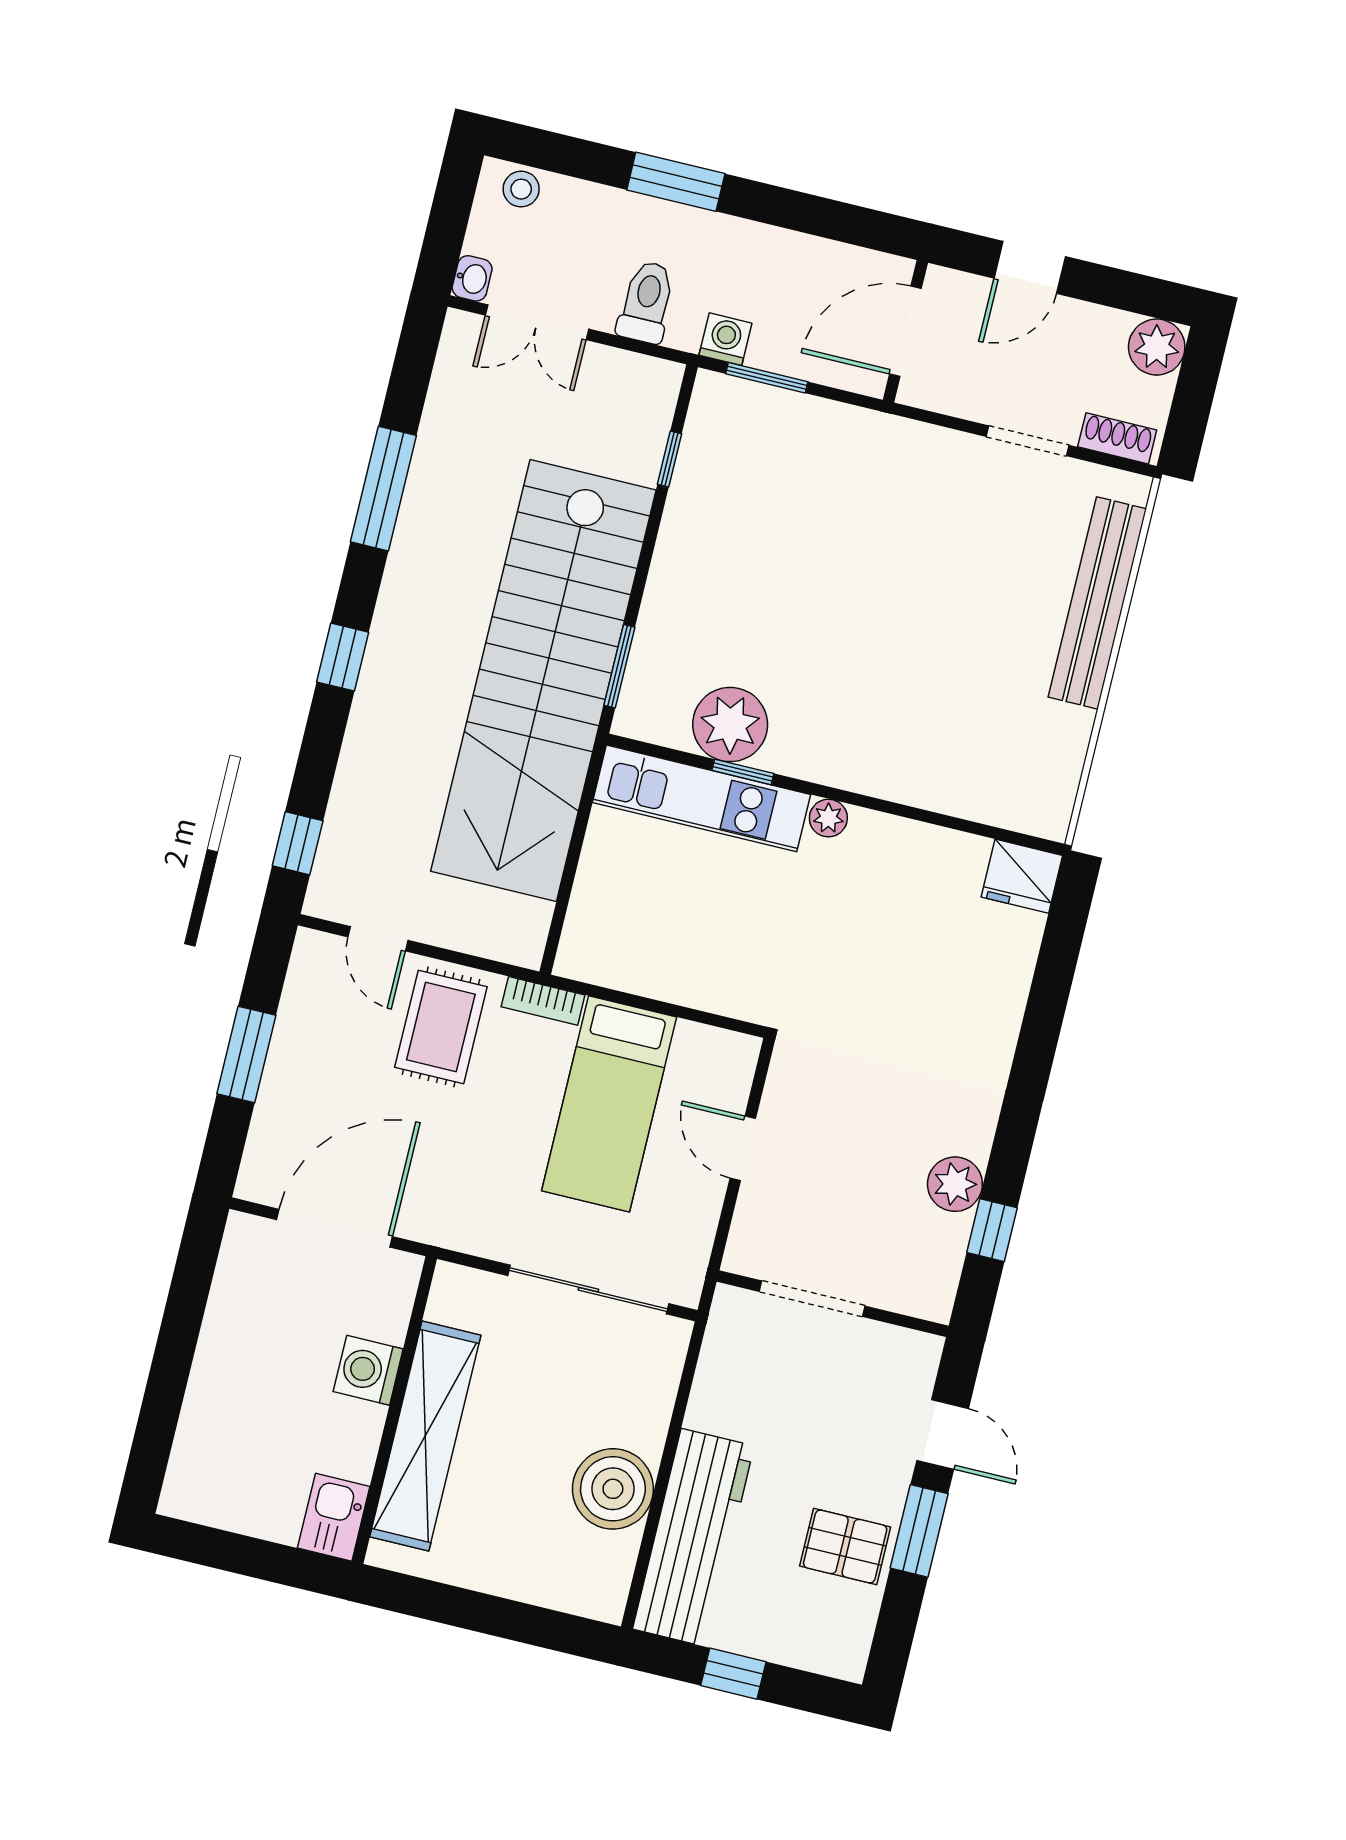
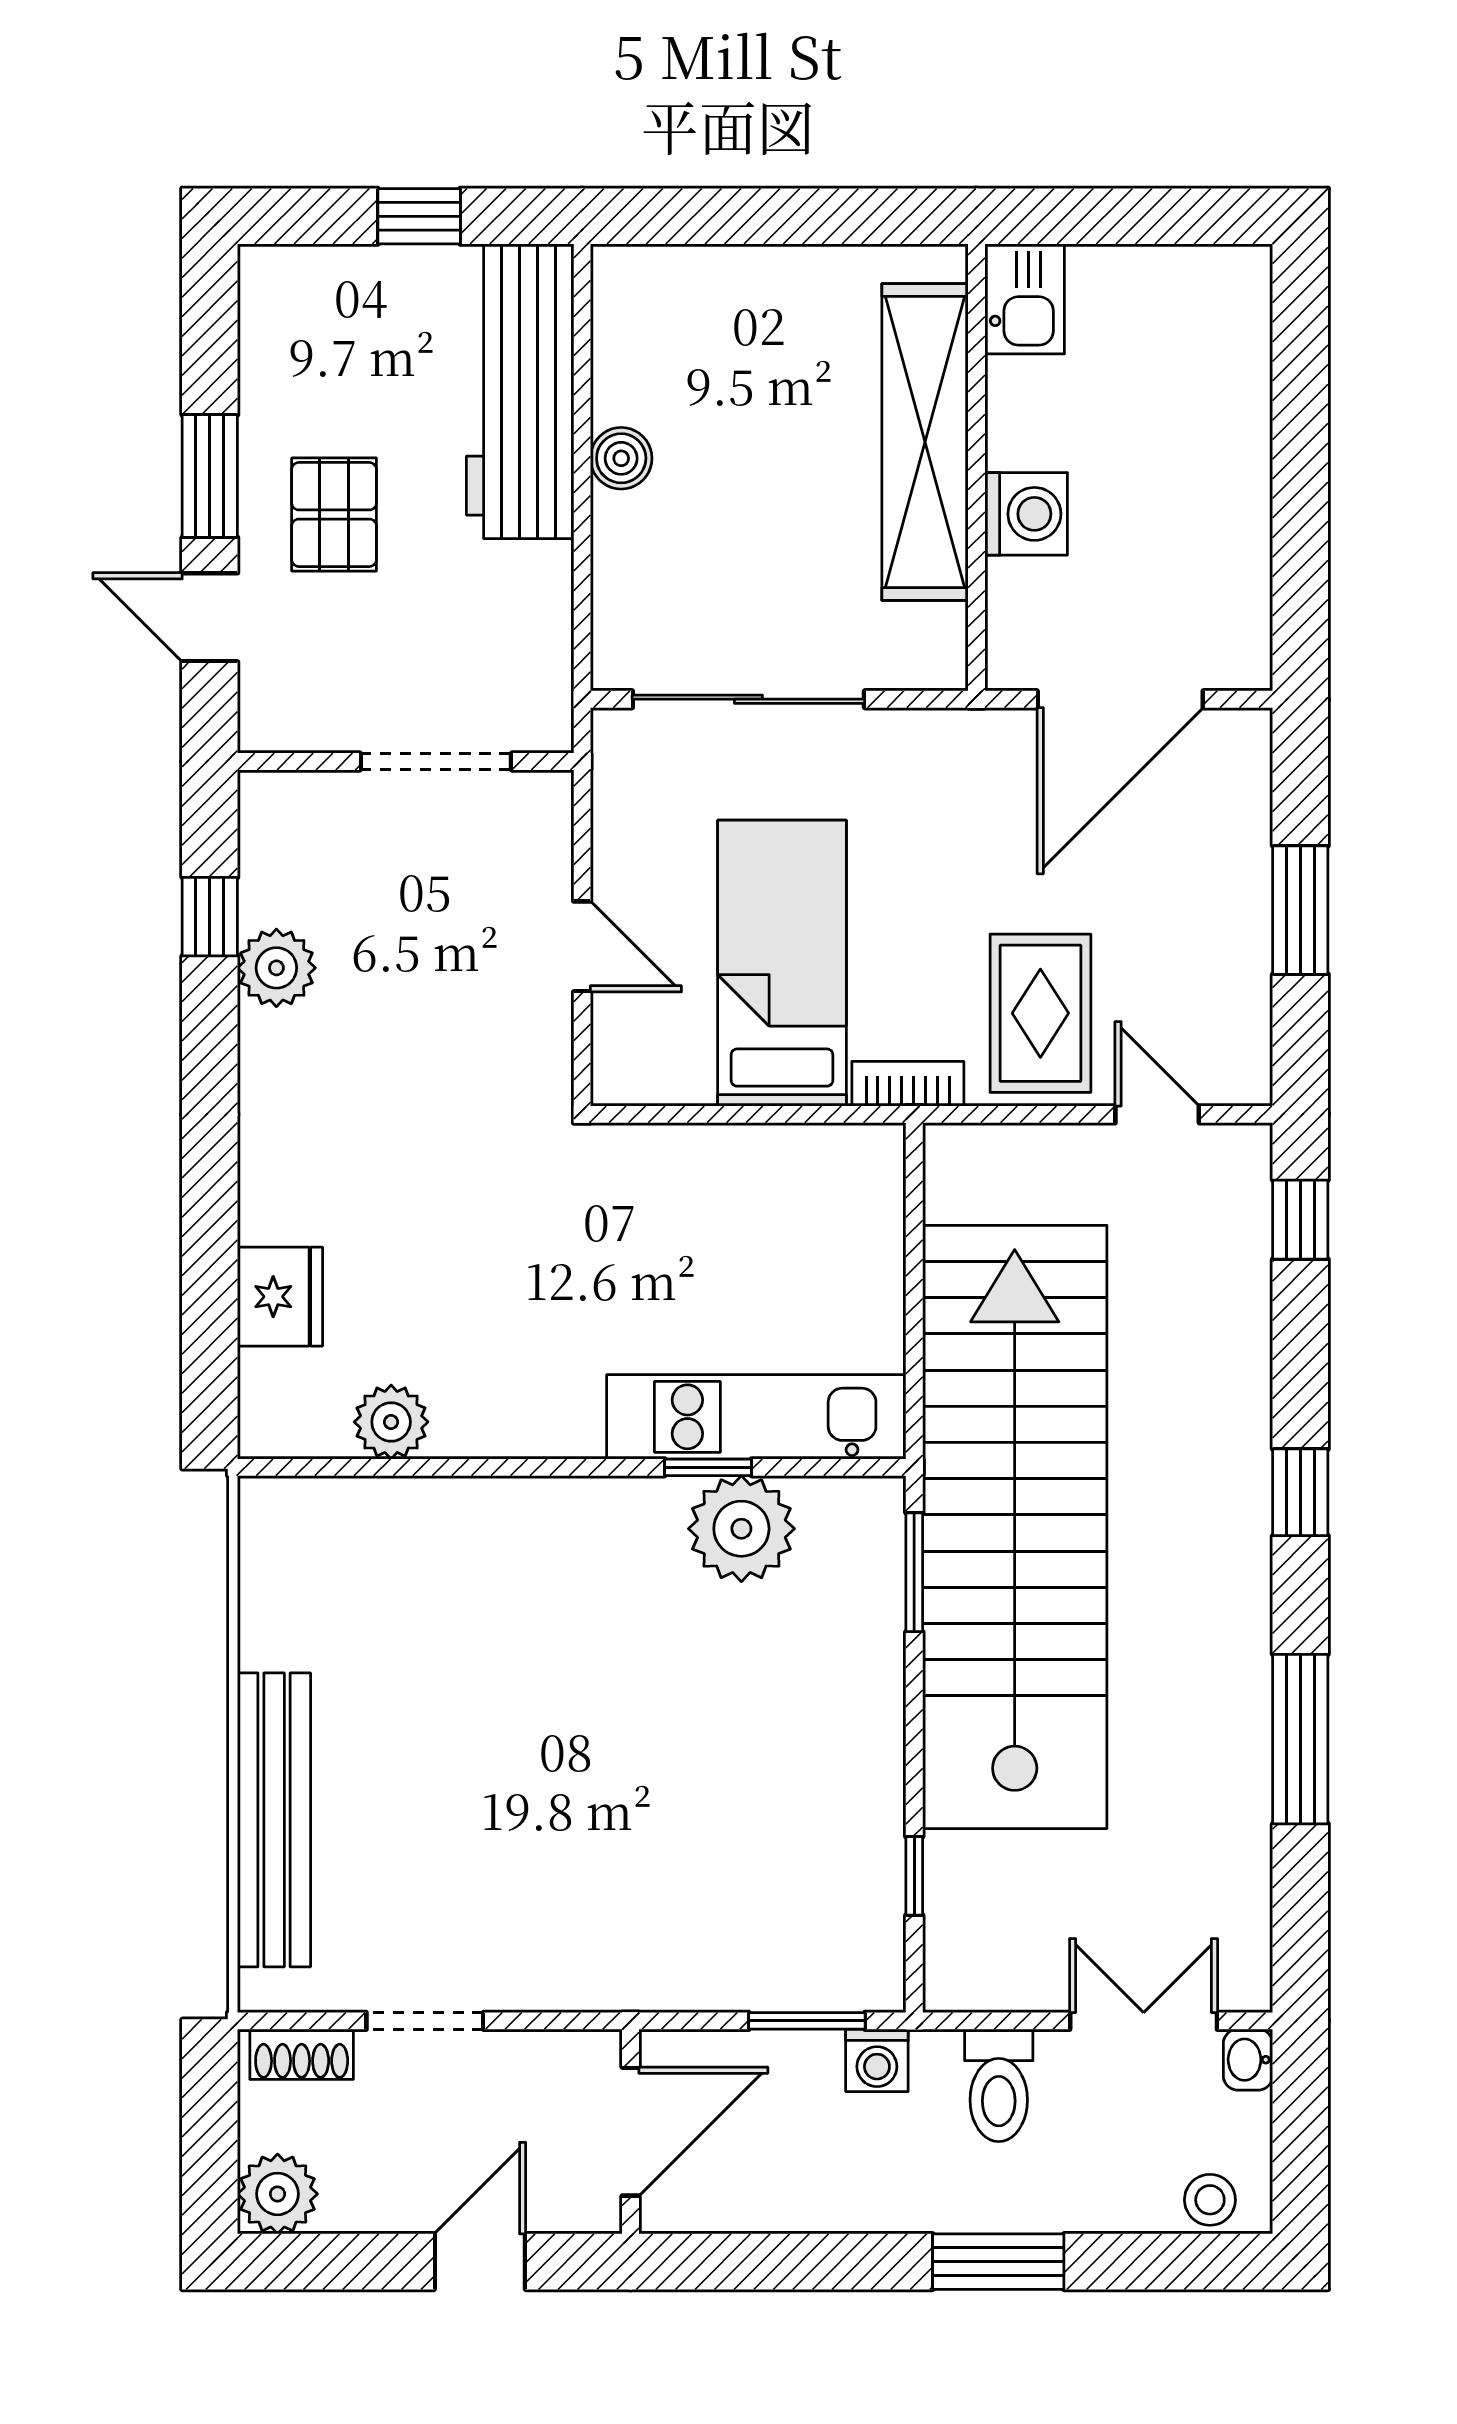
plant: (828, 818) -> (391, 1422), moved, width x1.38, depth x1.38
fridge: (1022, 876) -> (280, 1297), moved, turned 90
boiler: (613, 1489) -> (621, 458), width x0.54, depth x0.54
pallet: (845, 1546) -> (334, 515), moved, turned 90

